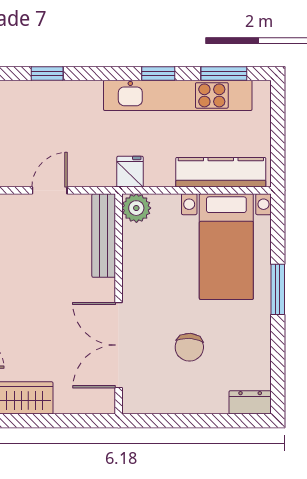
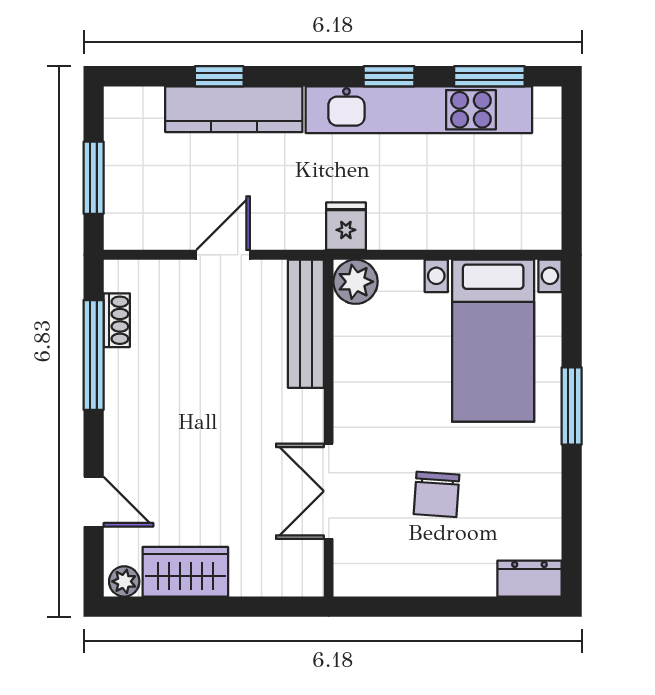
kitchen counter: (221, 172) -> (234, 109), moved, turned 180
double door: (119, 345) -> (329, 491), width x0.73

